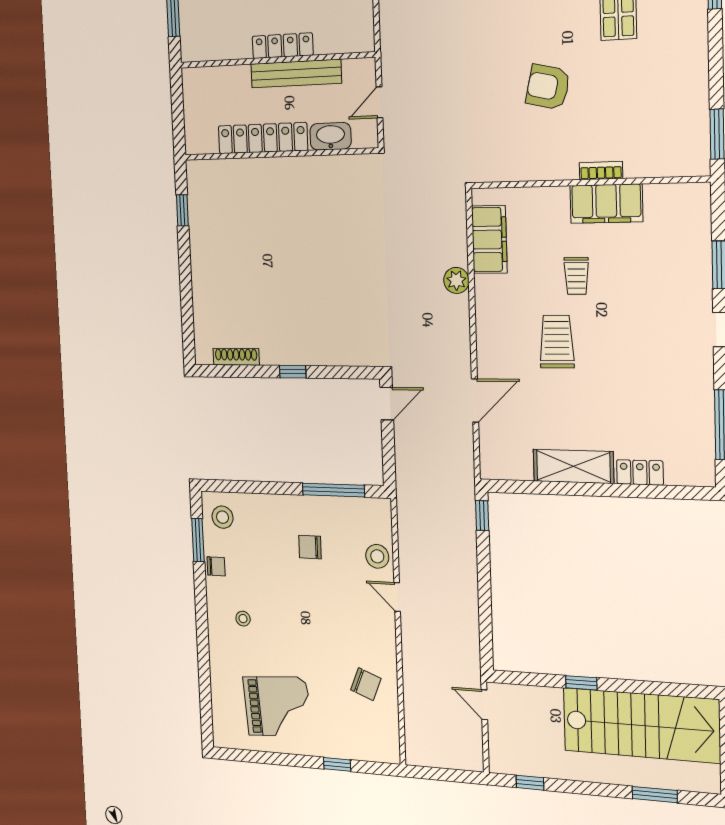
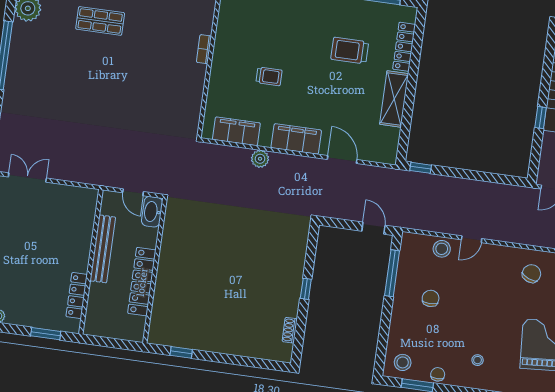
locker: (283, 46) -> (77, 296), moved
armchair: (548, 87) -> (144, 75), removed
washbasin: (331, 136) -> (152, 212), moved
filing cabinet: (606, 204) -> (296, 139), moved, turned -90
trolley: (557, 342) -> (350, 51), moved
shoe rack: (236, 357) -> (290, 330), width x0.70
door: (387, 404) -> (373, 228), moved
locker: (640, 472) -> (404, 47), width x1.53
chair: (310, 547) -> (431, 298), turned 180

